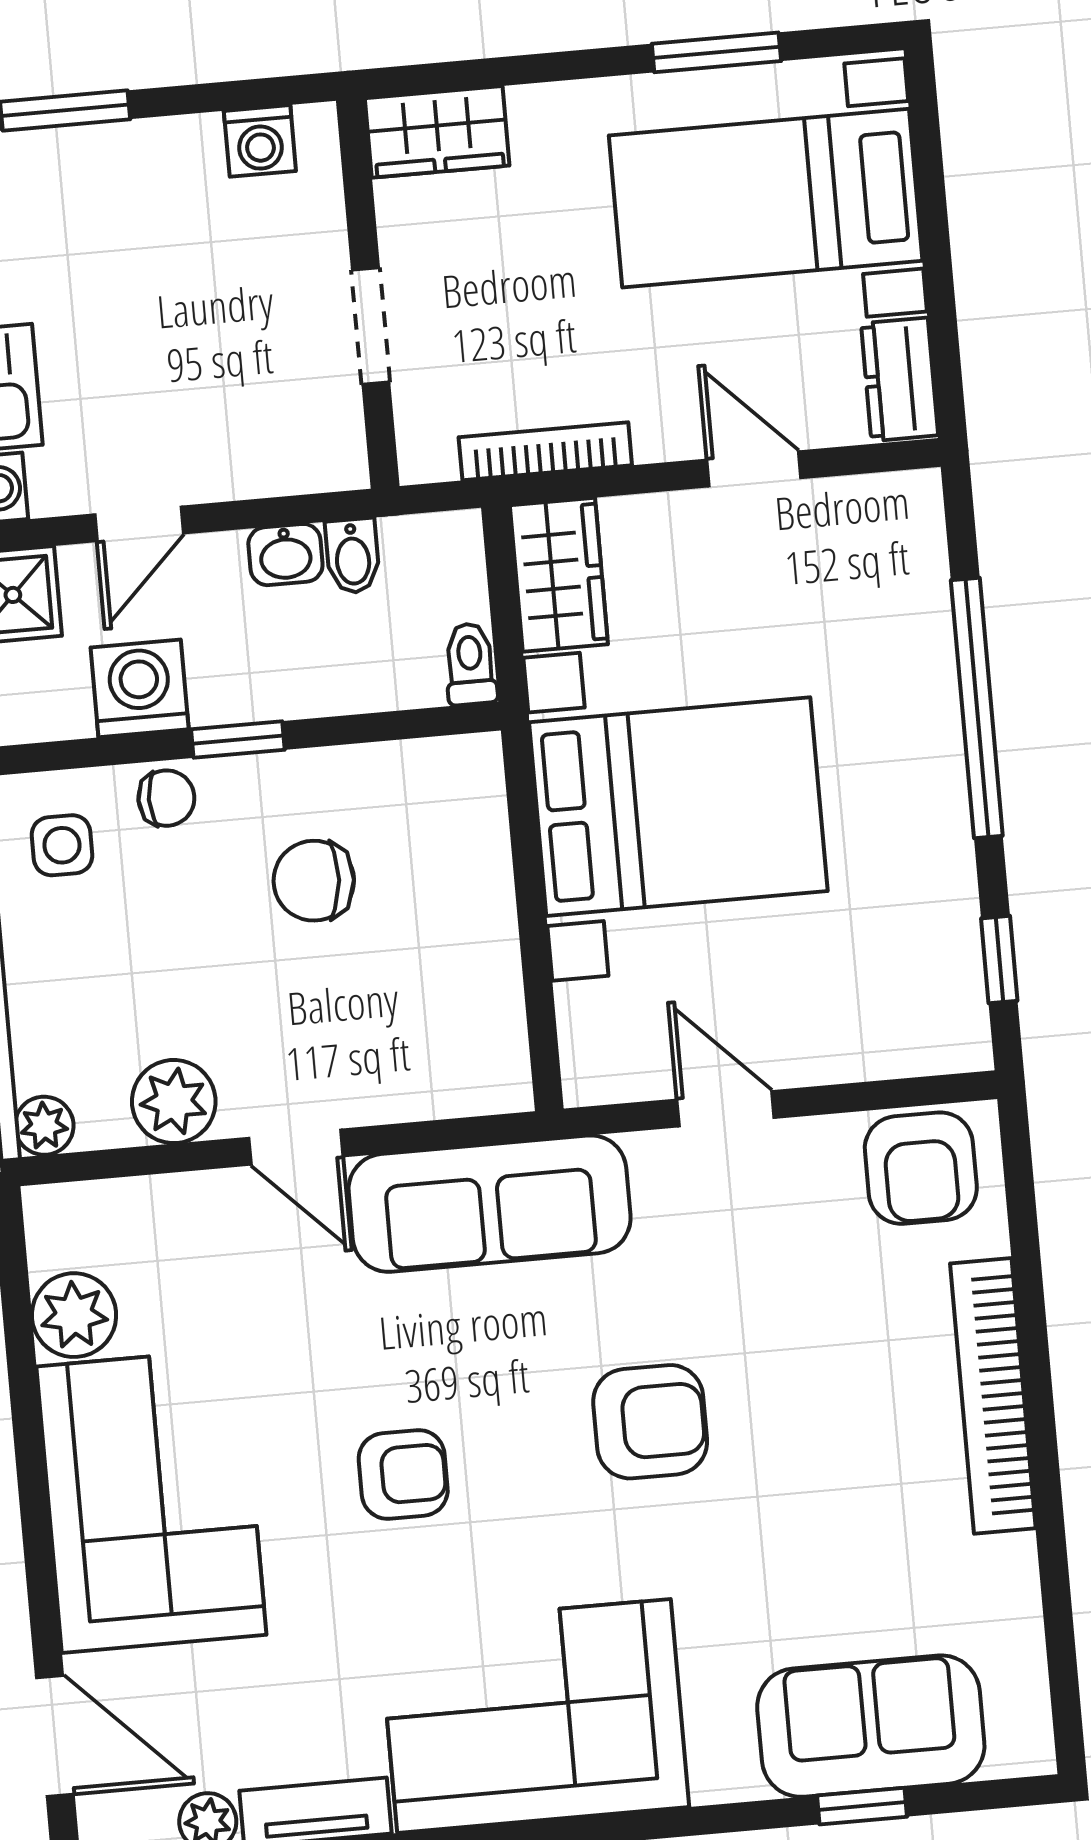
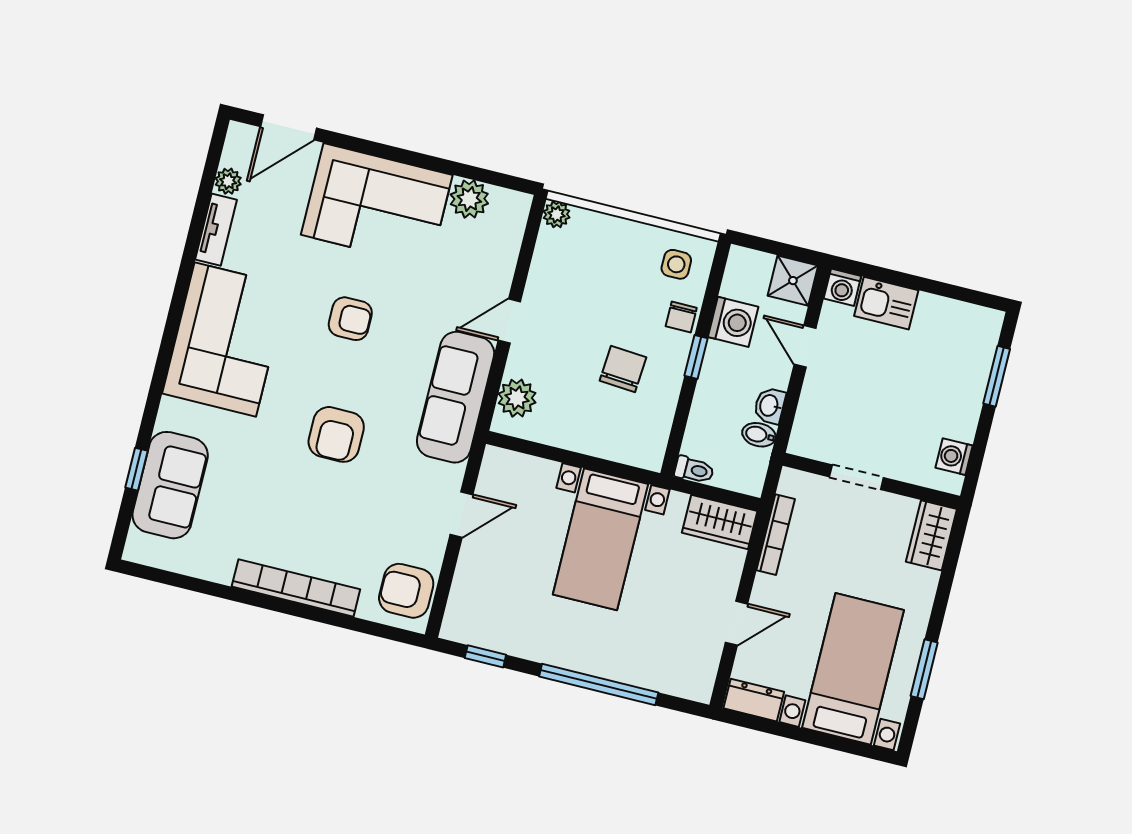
bed with nightstands: (678, 807) -> (600, 539), width x0.73
plant: (174, 1102) -> (517, 398), moved
armchair: (403, 1474) -> (350, 319), turned -90

